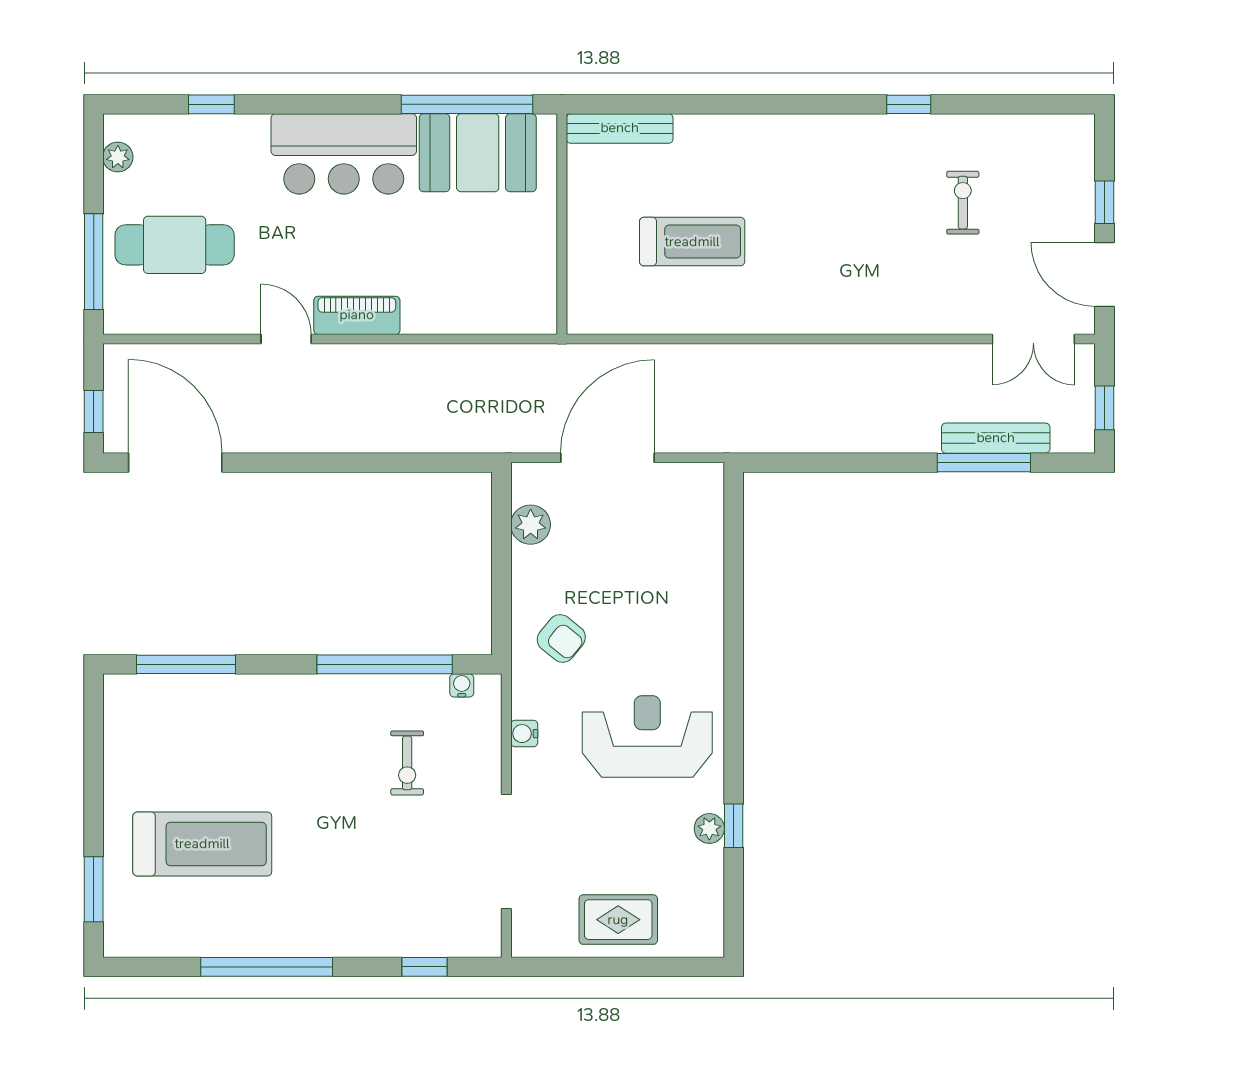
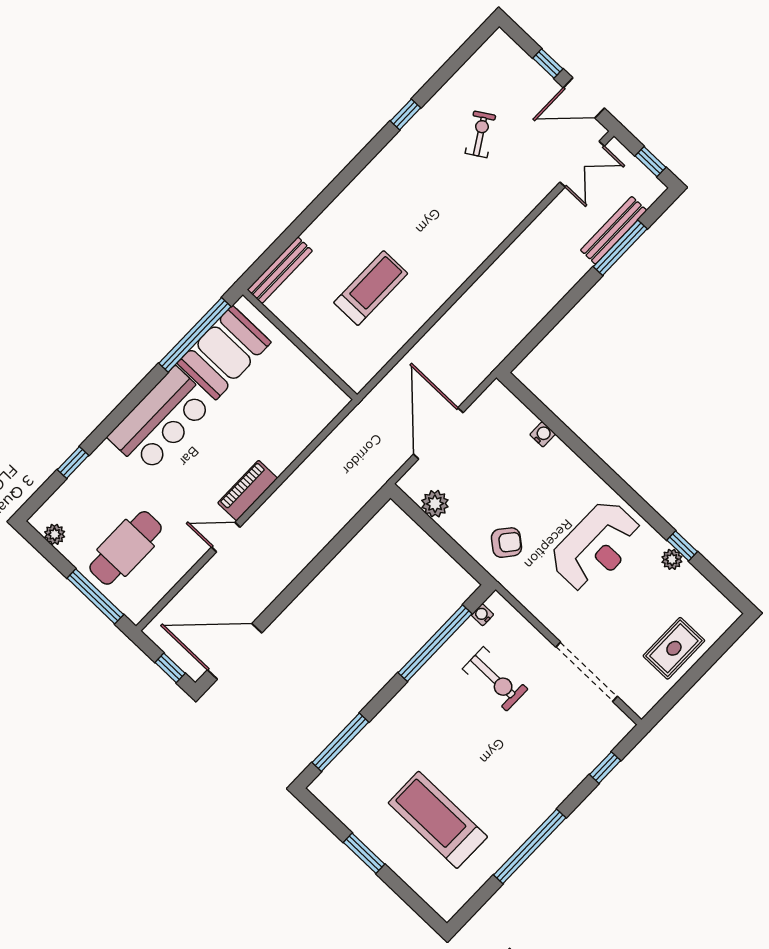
exercise bike: (963, 203) -> (480, 134), turned 58
water cooler: (524, 734) -> (543, 434), moved, turned 180
reception desk: (647, 736) -> (596, 546), turned 180
exercise bike: (407, 763) -> (495, 679), width x1.38, depth x1.39
treadmill: (202, 844) -> (438, 820), turned -90
window: (94, 889) -> (364, 853), moved

